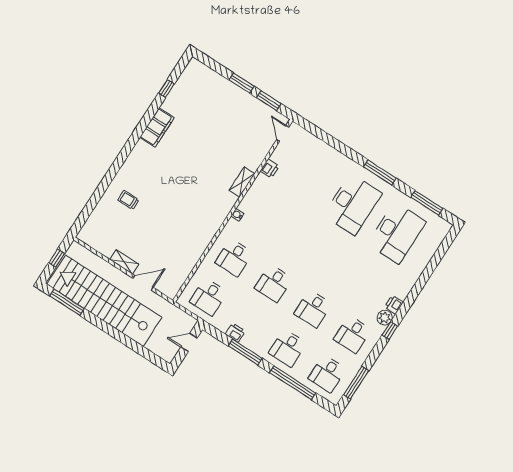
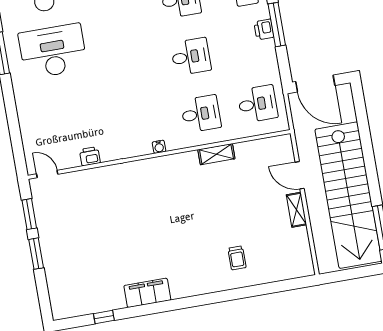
door: (283, 133) -> (47, 174), swing flipped
shelving: (242, 182) -> (216, 154), moved
window: (57, 258) -> (350, 274), removed
printer: (235, 333) -> (264, 29), moved
door: (189, 342) -> (315, 84), width x1.88

